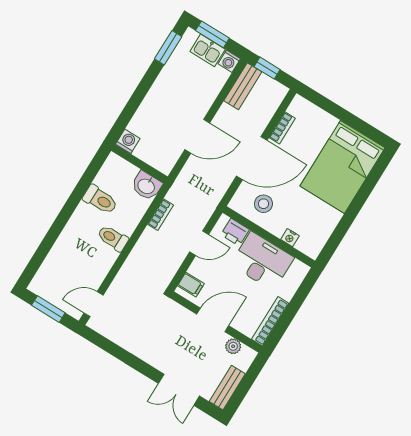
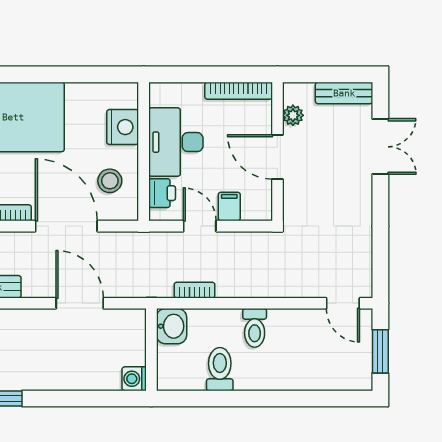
nightstand: (290, 238) -> (123, 127), width x1.89, depth x1.79
filing cabinet: (191, 285) -> (229, 207), moved

